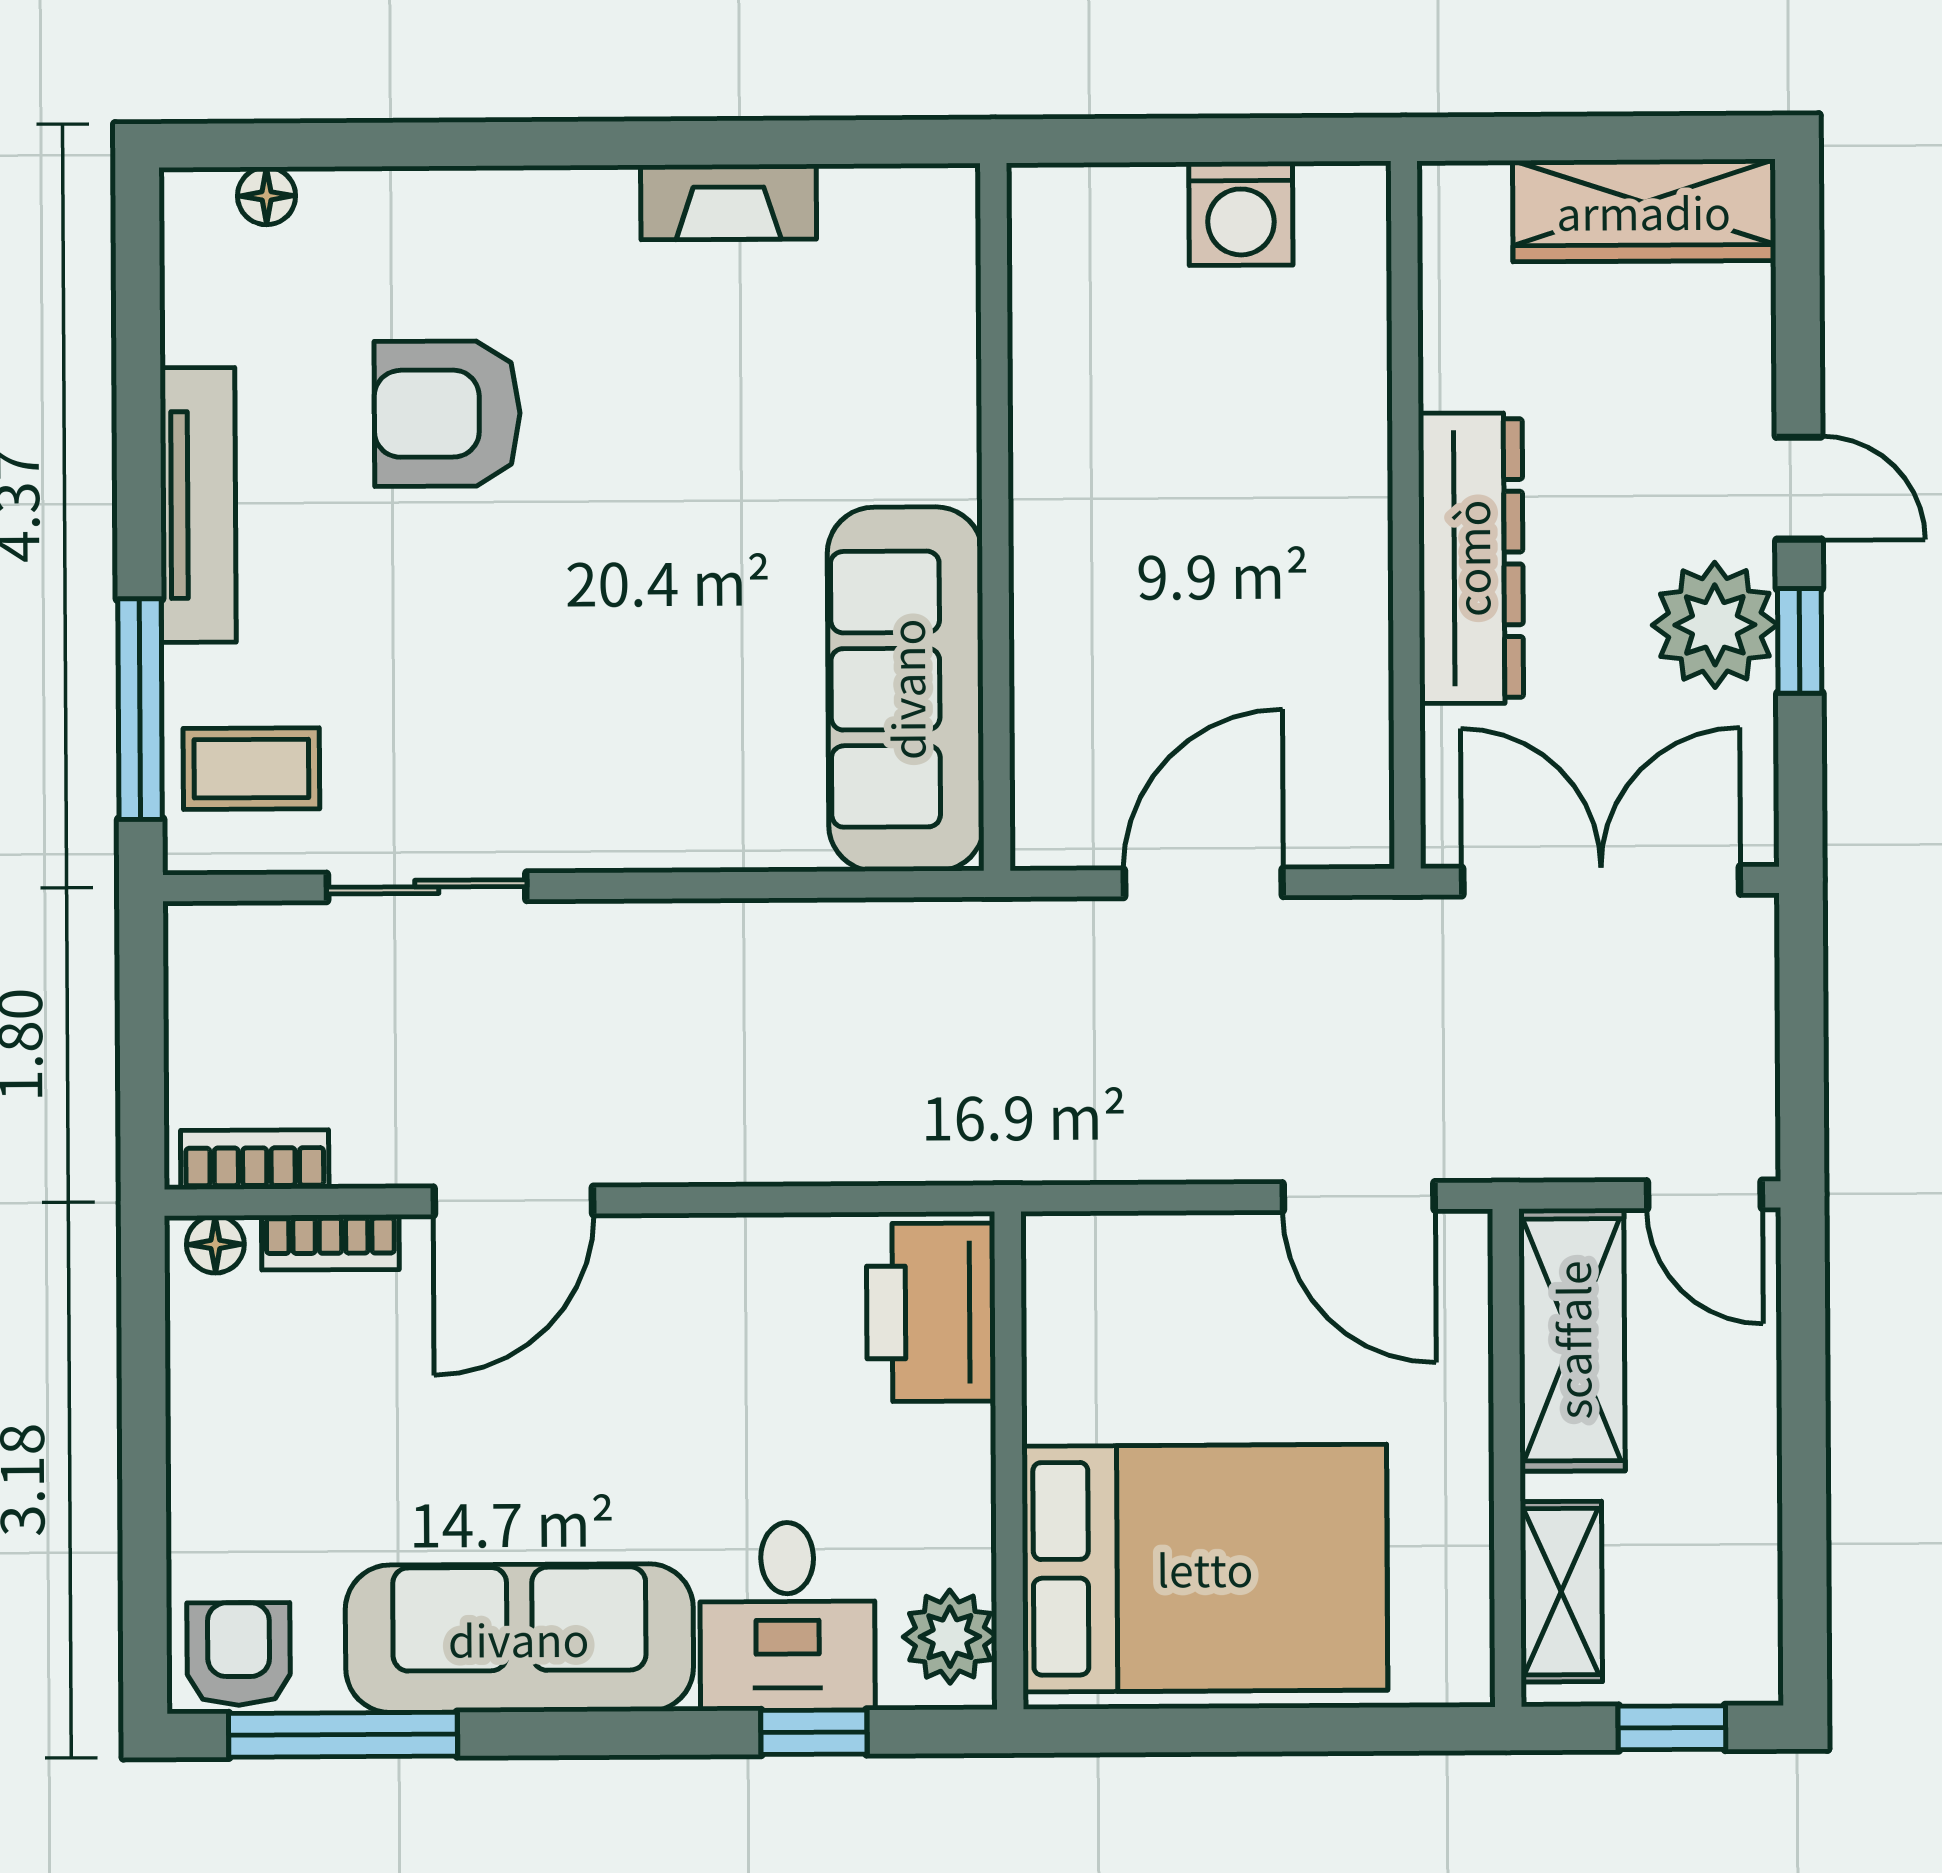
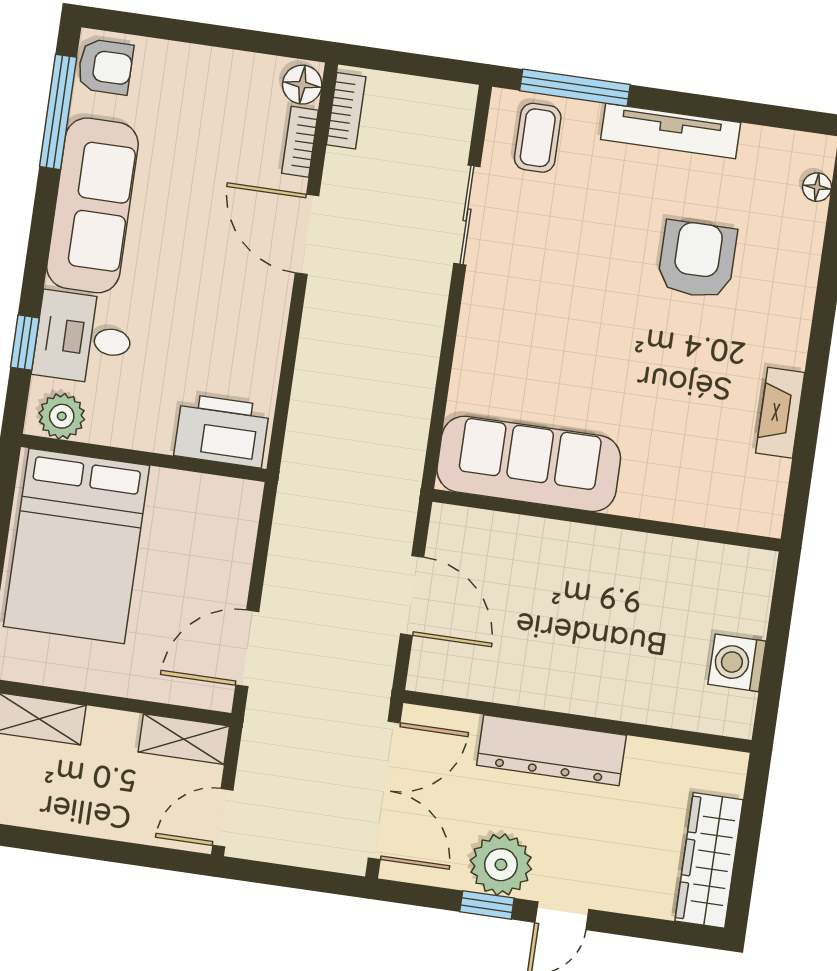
floor lamp: (215, 1244) -> (302, 85), width x1.37, depth x1.37
shelving: (1572, 1340) -> (184, 739), width x0.67, depth x0.75

